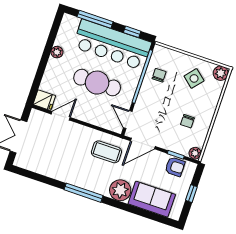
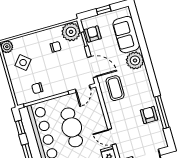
plant: (195, 153) -> (71, 32), width x1.88, depth x1.88
armchair: (57, 167) -> (149, 115), added
window: (83, 193) -> (162, 112), moved

